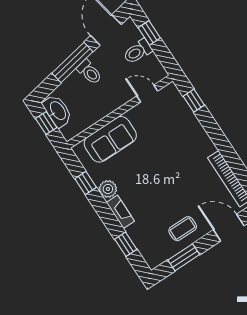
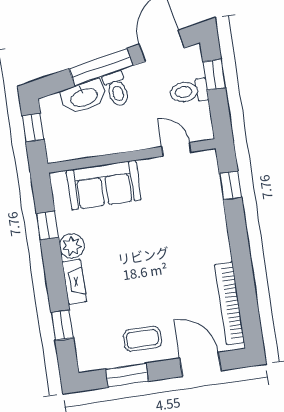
washbasin: (57, 111) -> (84, 97), moved, turned 79

